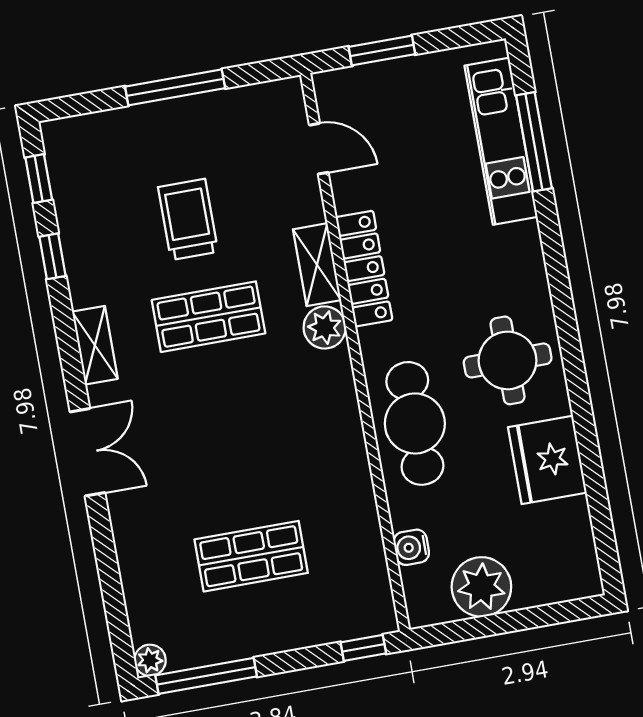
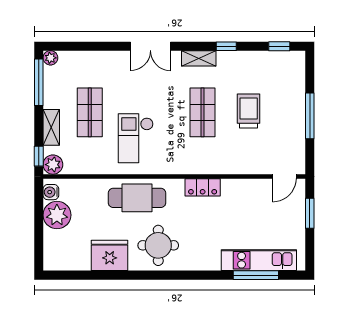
door: (319, 149) -> (284, 176), moved
trolley: (188, 219) -> (249, 111), turned -90
window: (52, 256) -> (226, 46), moved
shelving: (317, 265) -> (51, 127), moved, turned 90
locker: (364, 269) -> (203, 187), width x0.66
plant: (325, 327) -> (53, 165), moved
checkout: (288, 449) -> (136, 138), added
water cooler: (411, 547) -> (51, 192), moved, turned -90

